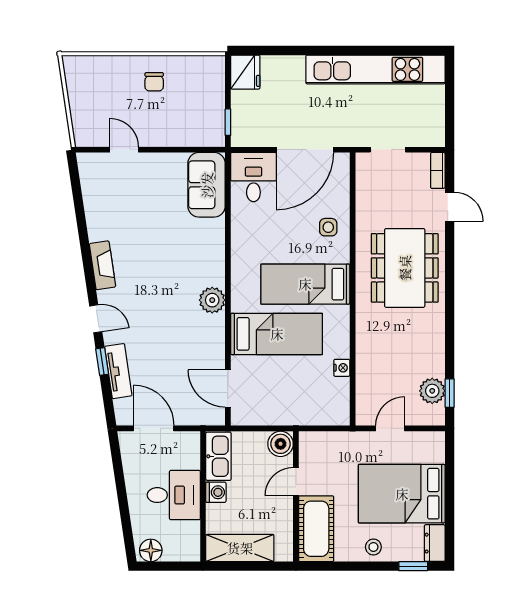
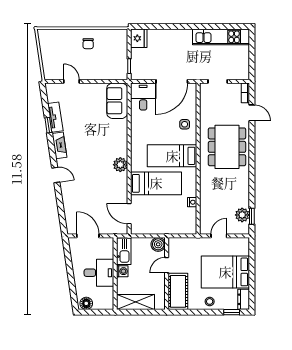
kitchen unit: (375, 69) -> (221, 37), width x0.73
window: (102, 361) -> (48, 125), moved
tv unit: (118, 371) -> (55, 117), moved

